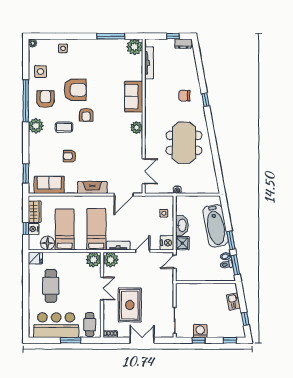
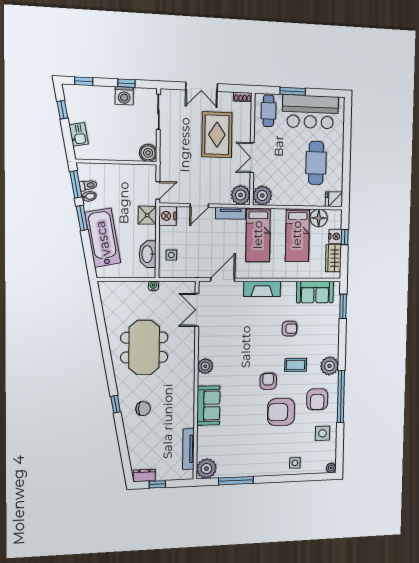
washbasin: (182, 225) -> (148, 254), moved
boiler: (182, 290) -> (148, 153), added

